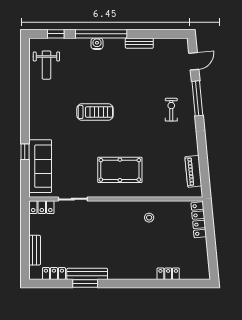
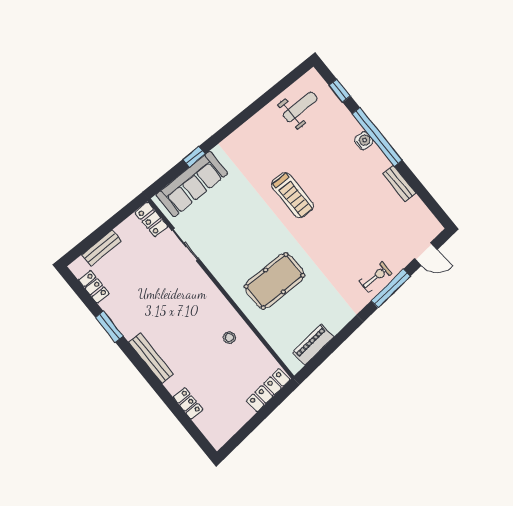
weight bench: (46, 65) -> (300, 107), turned 180
exercise bike: (171, 110) -> (376, 277), moved
pool table: (120, 170) -> (275, 281), moved, turned 90
bench: (87, 274) -> (151, 358), moved

